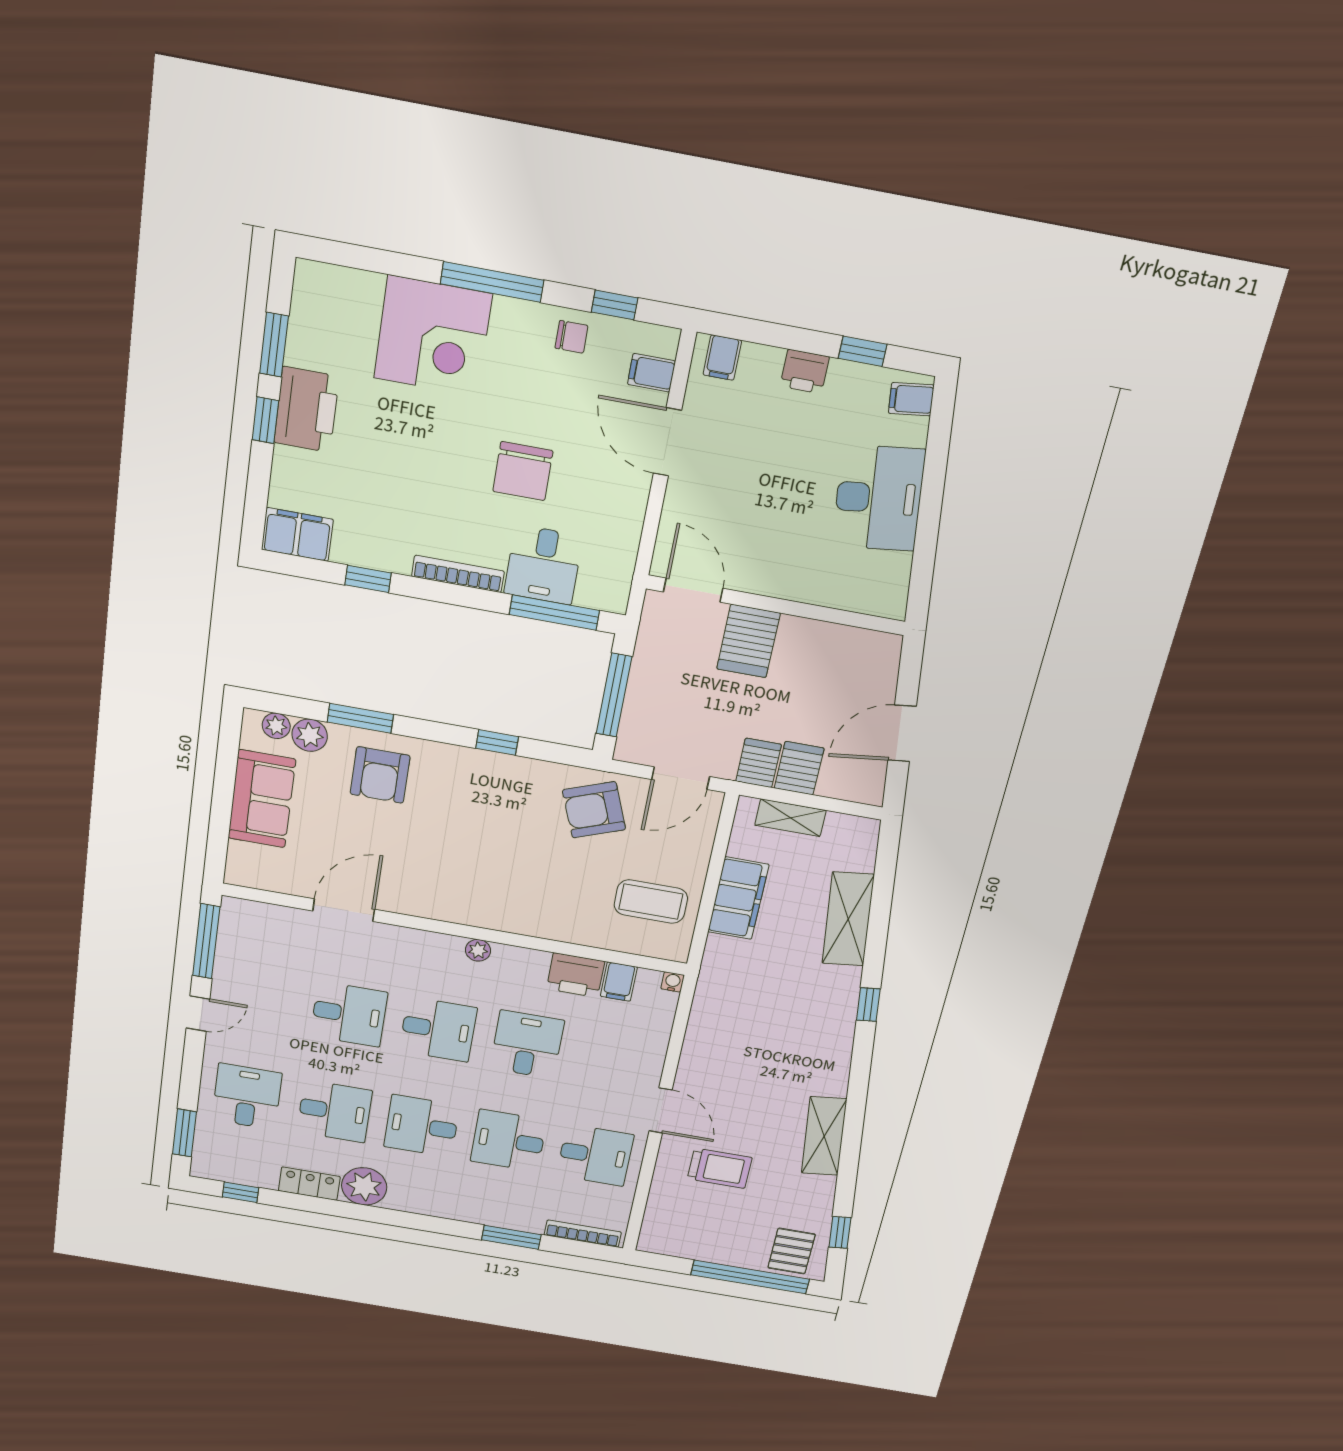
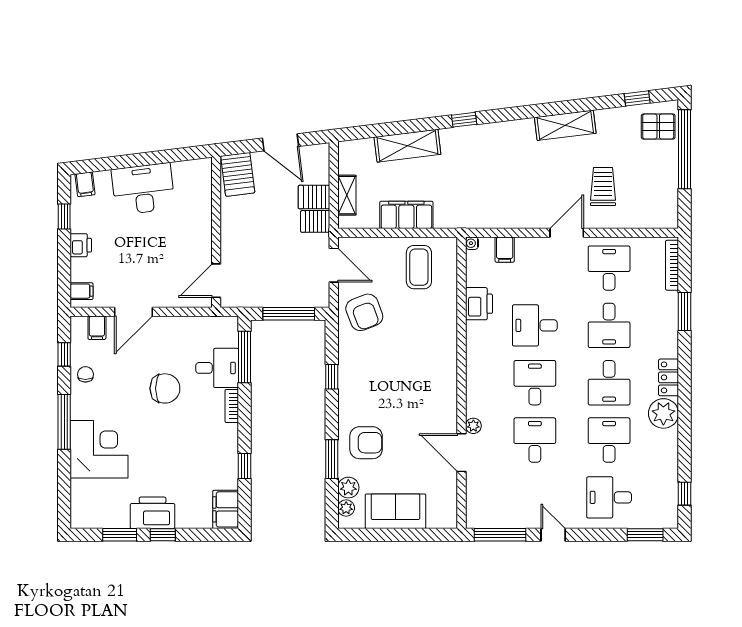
bookcase: (458, 574) -> (232, 406), width x0.64
server rack: (748, 641) -> (238, 174), moved, turned 83
plant: (478, 950) -> (473, 426), moved
filing cabinet: (619, 982) -> (505, 250), moved, turned 90
locker: (309, 1184) -> (669, 377), moved

